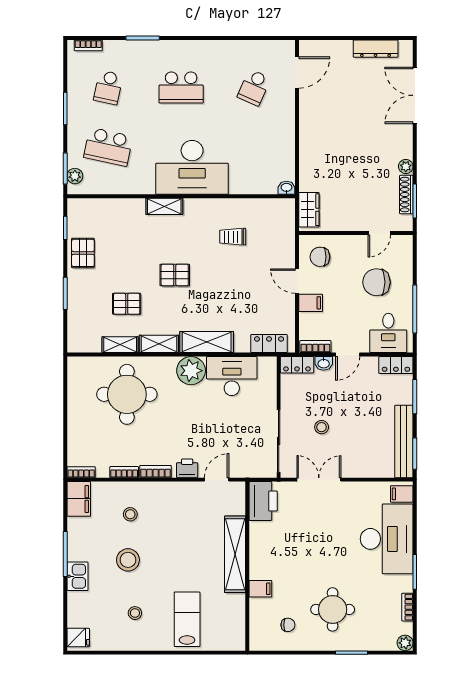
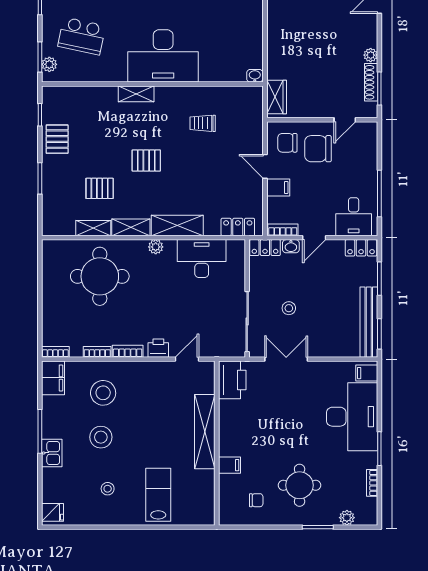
chair: (376, 282) -> (318, 149), moved
plant: (191, 371) -> (156, 247), width x0.53, depth x0.53
stool: (130, 514) -> (103, 393), width x1.89, depth x1.89
plant: (405, 643) -> (347, 518), moved

